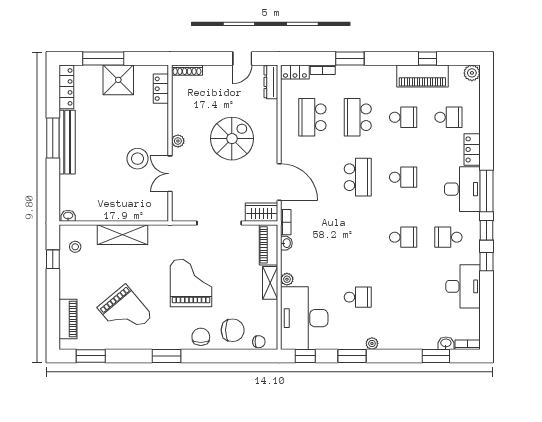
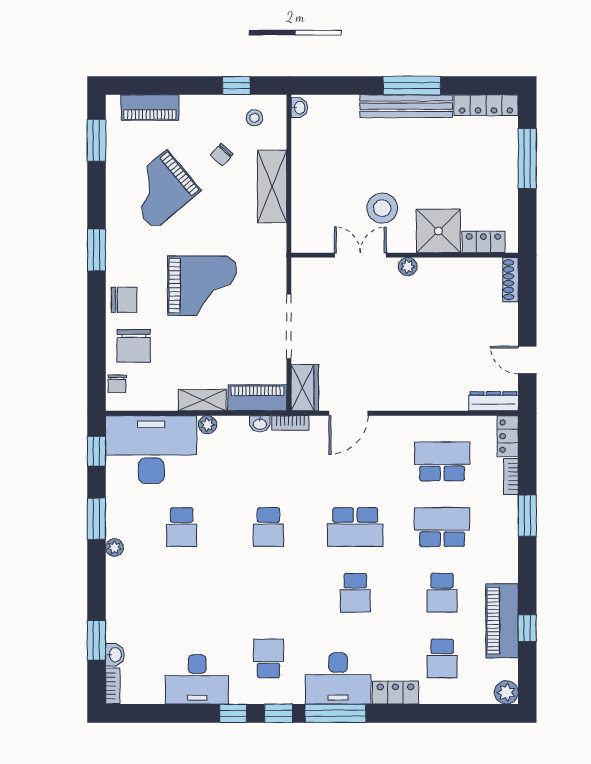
shower: (118, 80) -> (438, 231), moved
spiral stairs: (232, 139) -> (411, 345), removed
door: (279, 182) -> (348, 413), width x0.73
school desk: (403, 237) -> (268, 527), moved
chair: (101, 269) -> (222, 155), added

